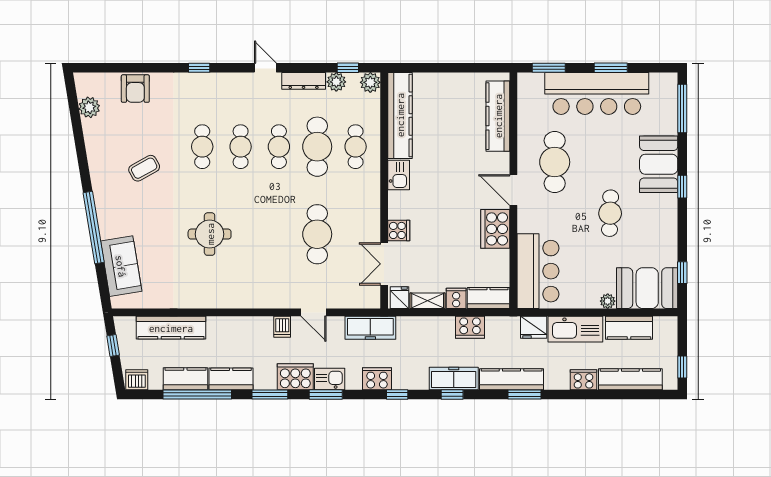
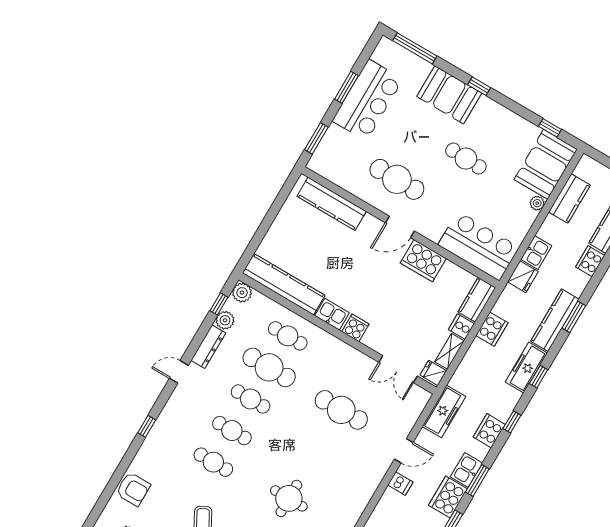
bar counter: (597, 93) -> (368, 100), width x0.73
cooker: (399, 230) -> (355, 328), moved
kitchen sink: (575, 329) -> (536, 253), width x0.53, depth x0.81

